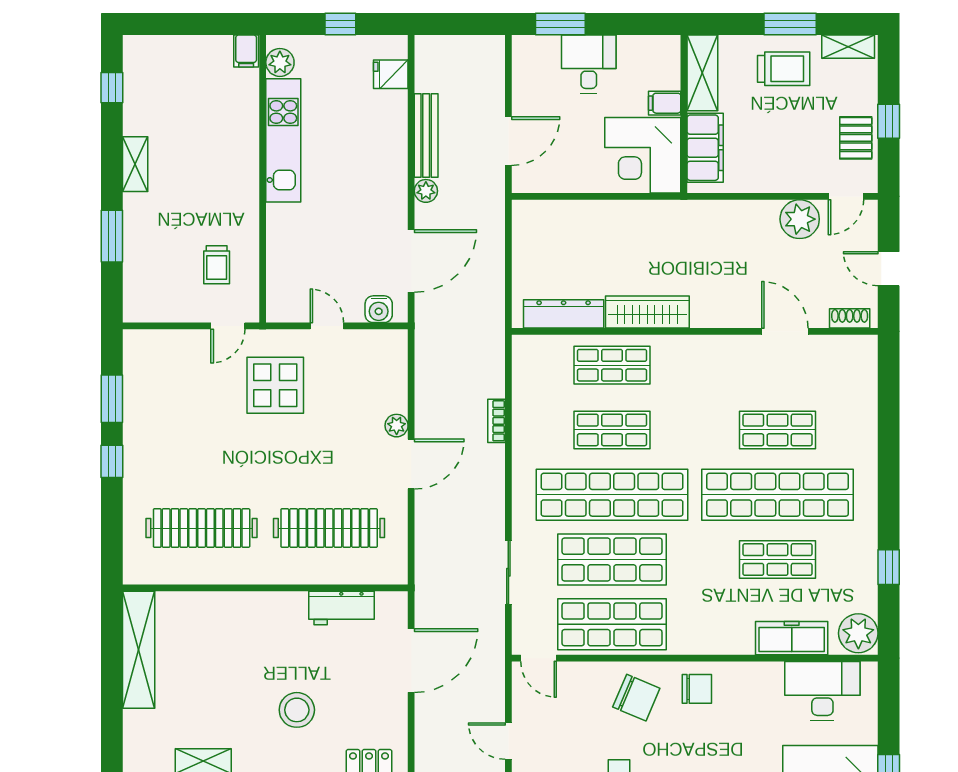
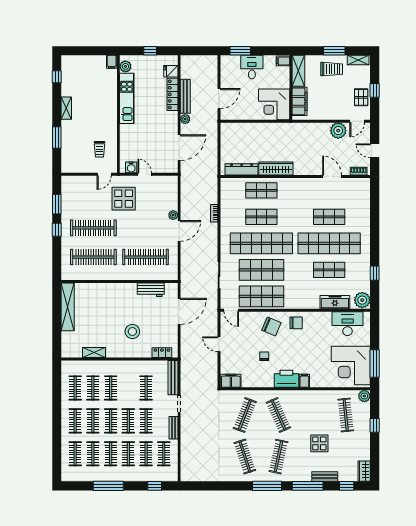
filing cabinet: (665, 103) -> (283, 61), moved
locker: (395, 131) -> (172, 94), added
water cooler: (379, 309) -> (131, 167), moved
clothes rail: (202, 457) -> (93, 228), added

